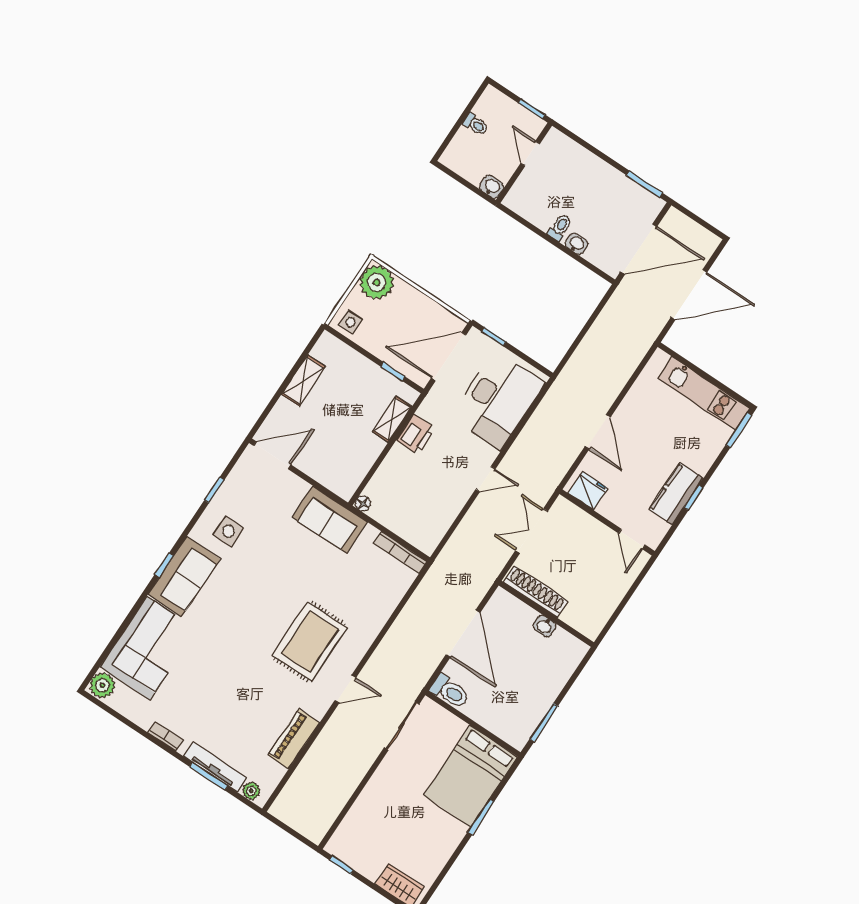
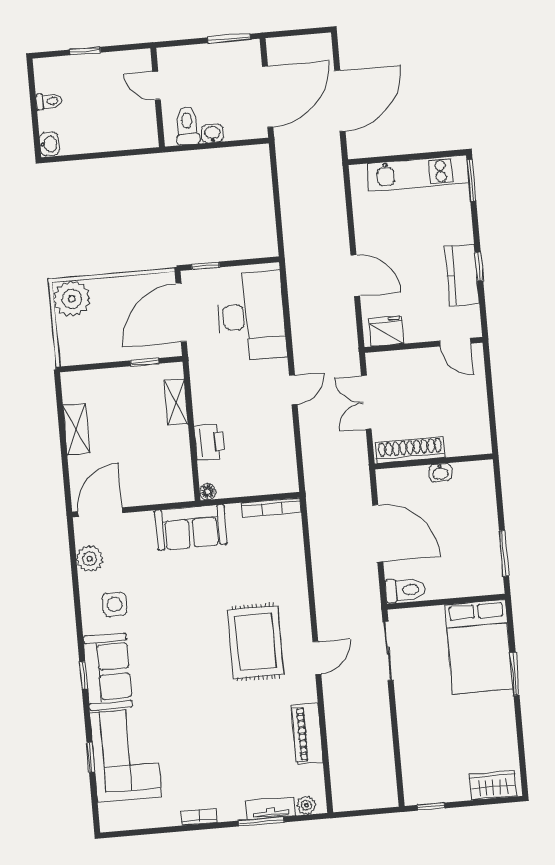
door: (530, 153) -> (156, 85), moved
wall: (524, 163) -> (158, 97), moved
washbasin: (492, 187) -> (49, 144), moved, turned 90
toilet: (560, 227) -> (187, 126), width x1.37, depth x1.39
side table: (350, 322) -> (76, 349), removed
printer: (416, 434) -> (210, 442), moved
window: (214, 490) -> (91, 757), moved
plant: (102, 685) -> (90, 559), moved
tv unit: (215, 767) -> (271, 808), width x0.71

